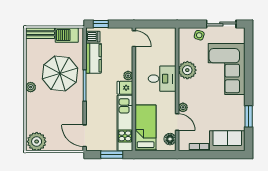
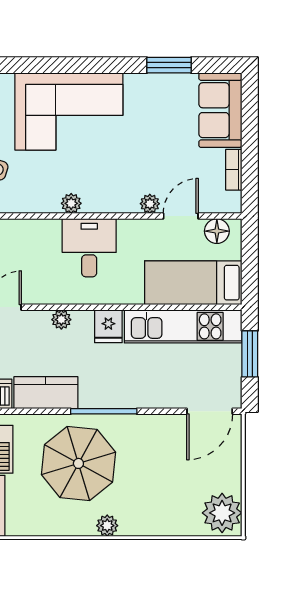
plant: (187, 70) -> (71, 203), width x0.53, depth x0.53
plant: (128, 76) -> (61, 320), moved

